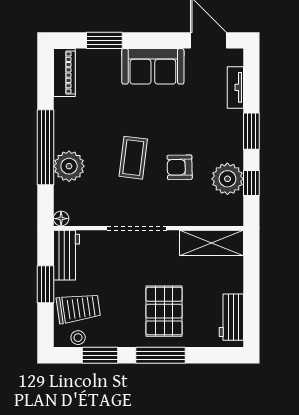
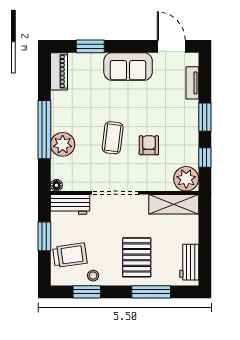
armchair: (180, 167) -> (149, 145), turned 91
plant: (227, 179) -> (186, 179), moved
workbench: (67, 255) -> (70, 204), moved, turned 90
stool: (78, 338) -> (93, 276), moved
window: (160, 355) -> (151, 292), moved

